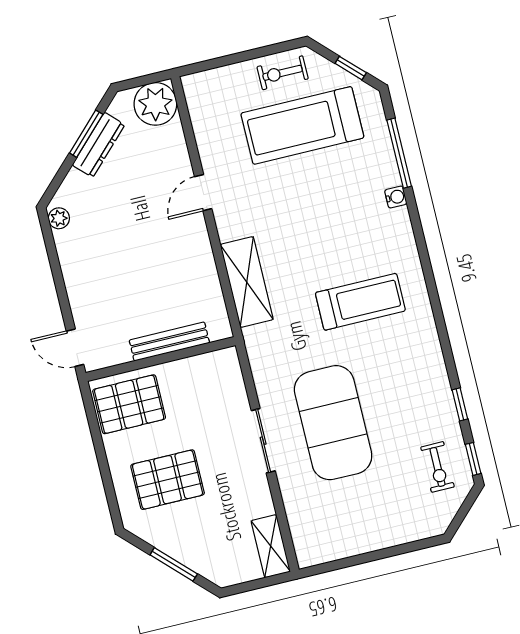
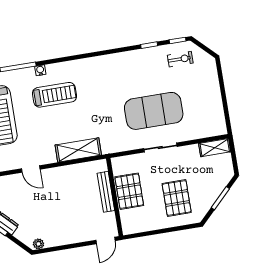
treadmill: (360, 302) -> (55, 95), moved, turned 90
pallet: (129, 404) -> (129, 191), moved

